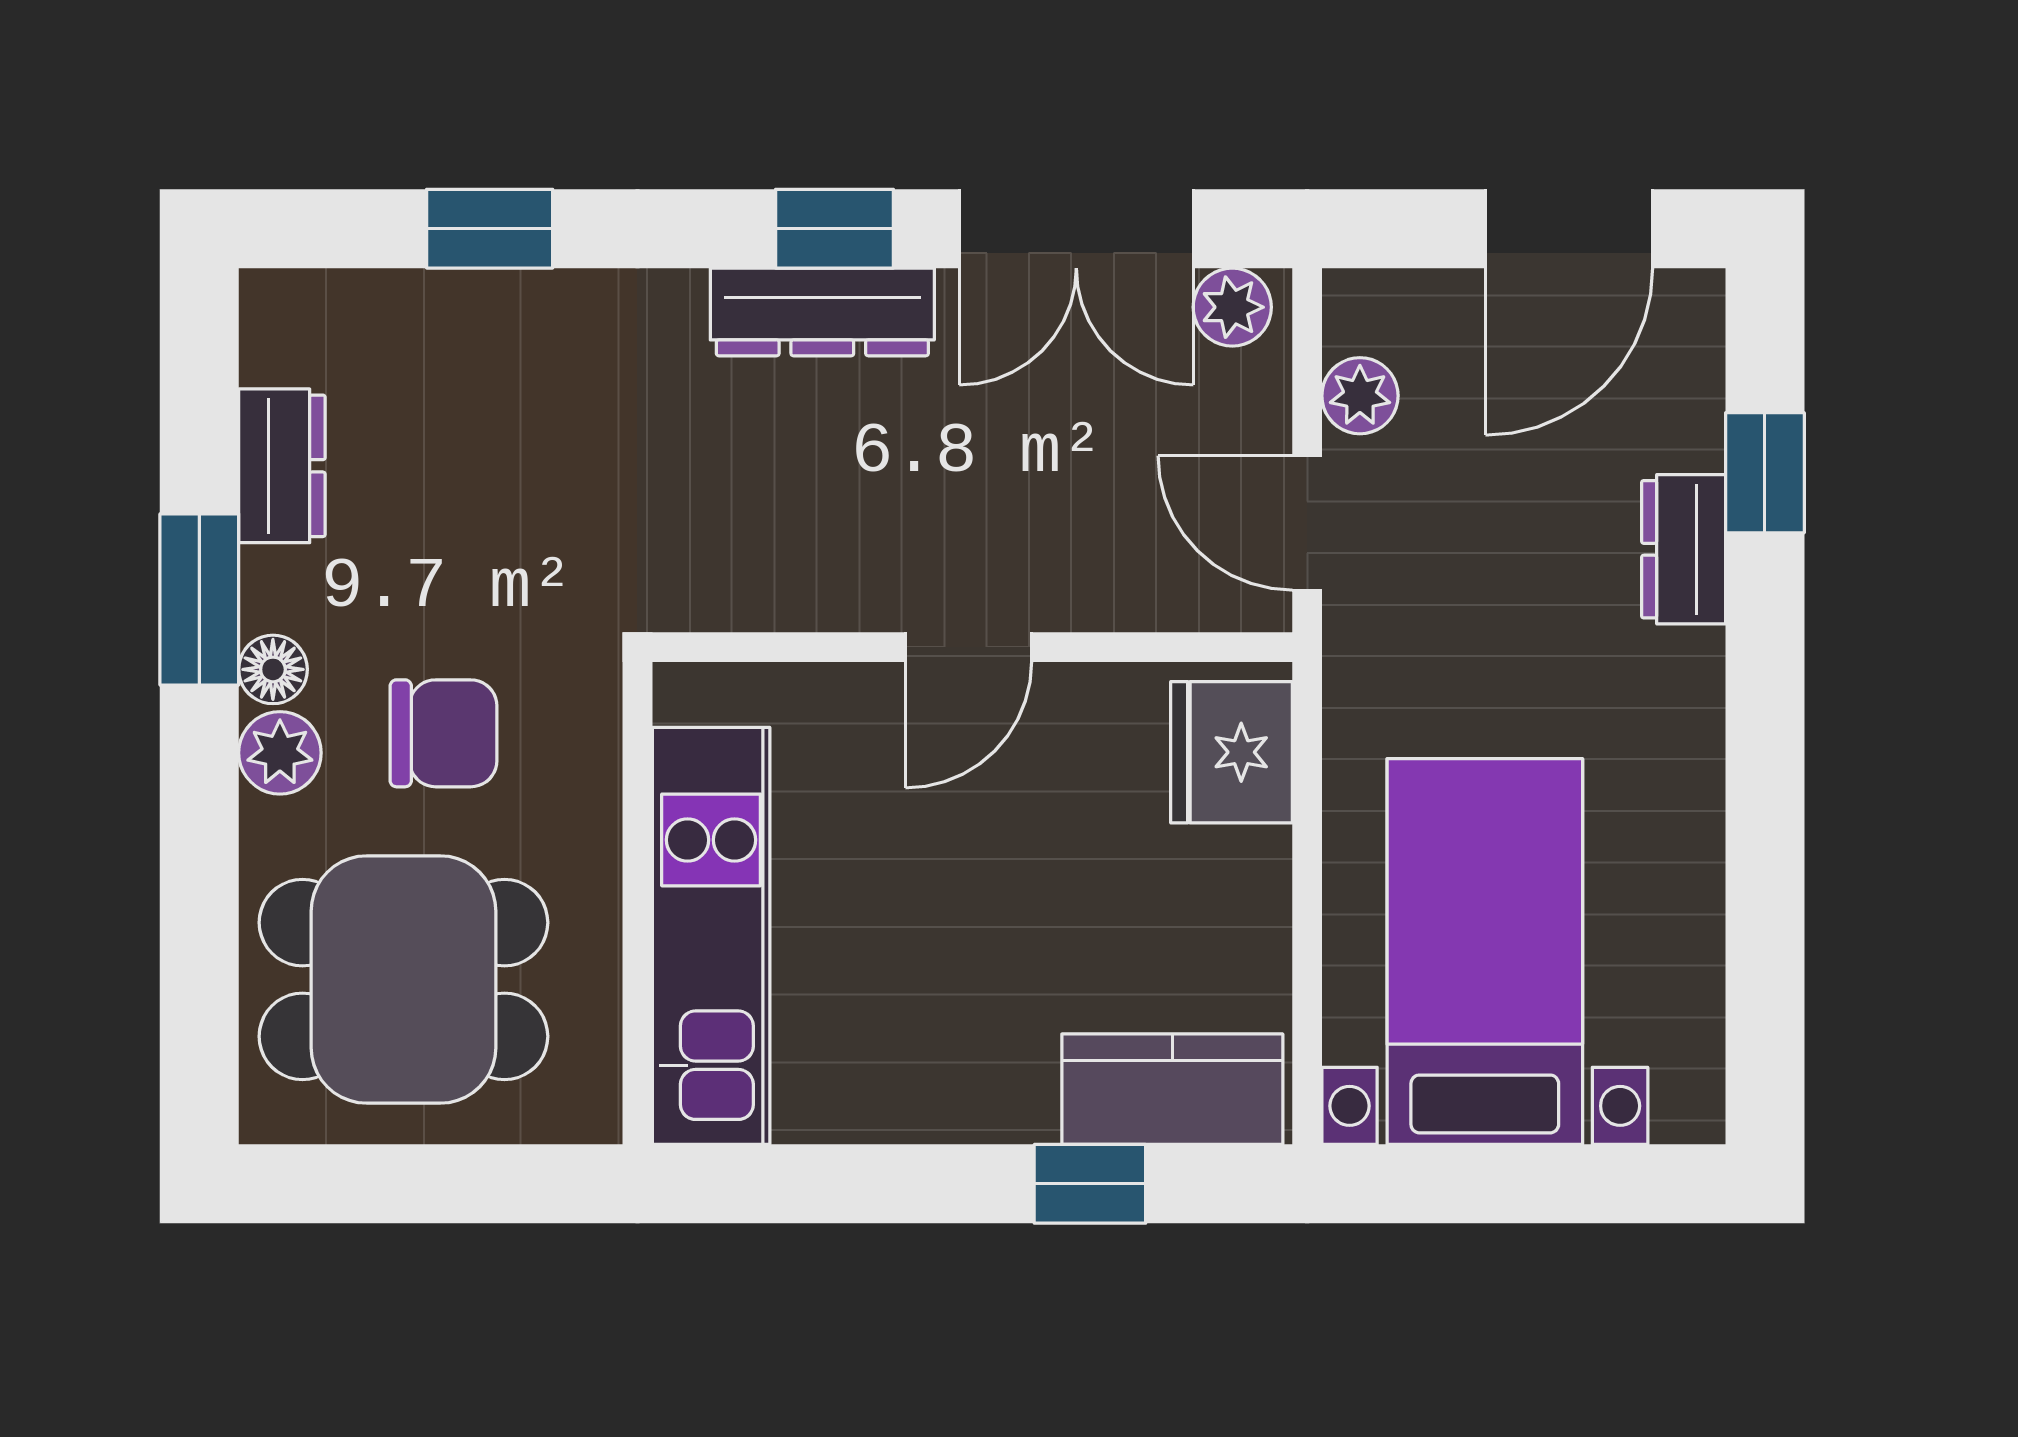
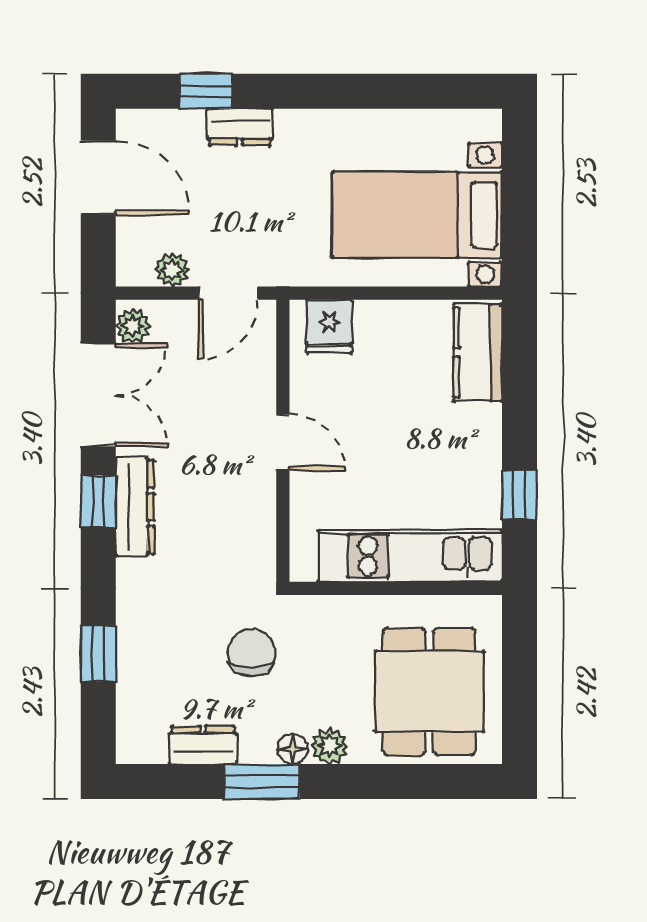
chair: (444, 733) -> (251, 653), moved
fridge: (1231, 752) -> (329, 326), width x0.72
window: (1090, 1184) -> (519, 495), moved

